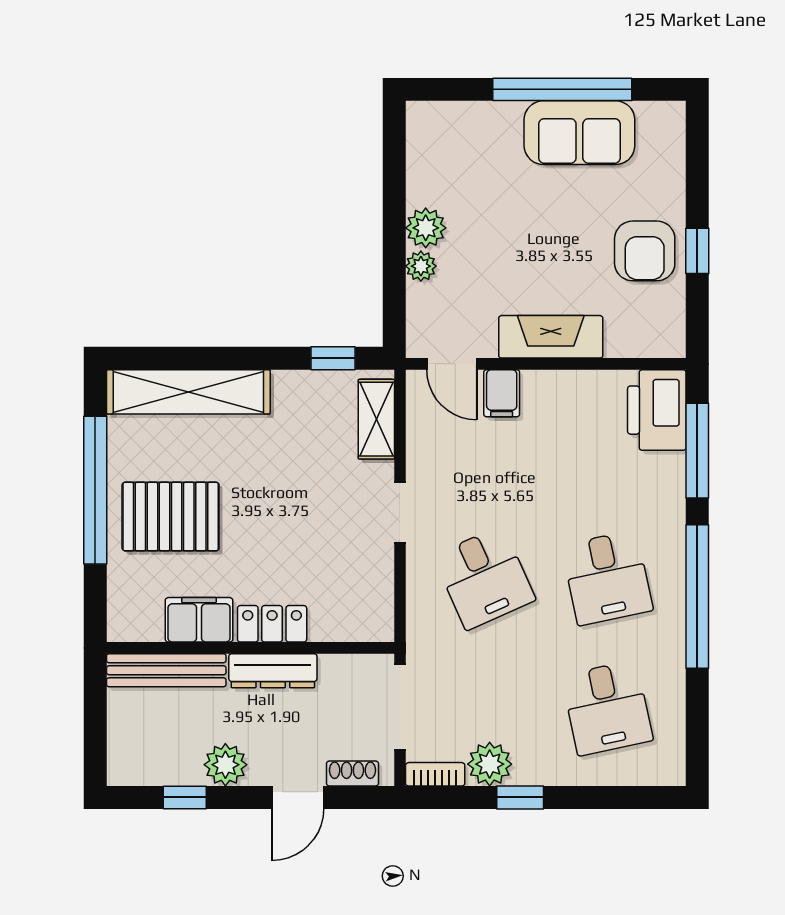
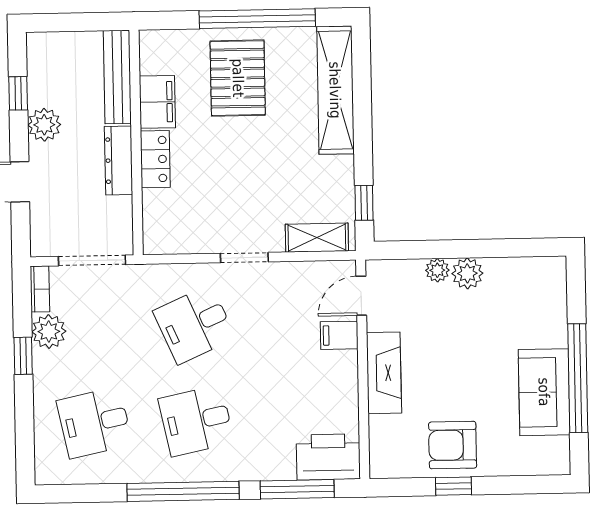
shoe rack: (352, 774) -> (39, 224), removed

